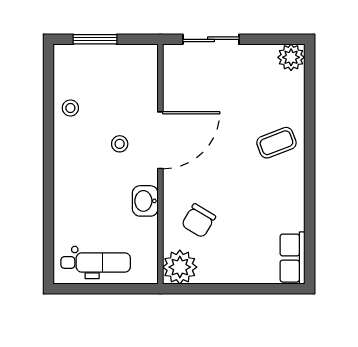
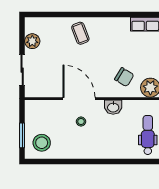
plant: (291, 57) -> (32, 41), moved
stool: (70, 108) -> (42, 143), moved, width x1.89, depth x1.89

